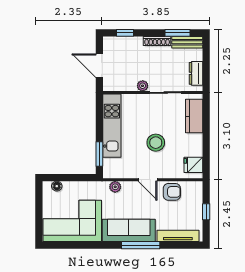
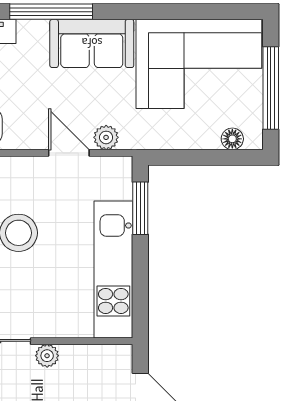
door: (148, 180) -> (69, 153), moved
window: (39, 210) -> (271, 88), added
sofa: (129, 230) -> (92, 43), width x0.73

